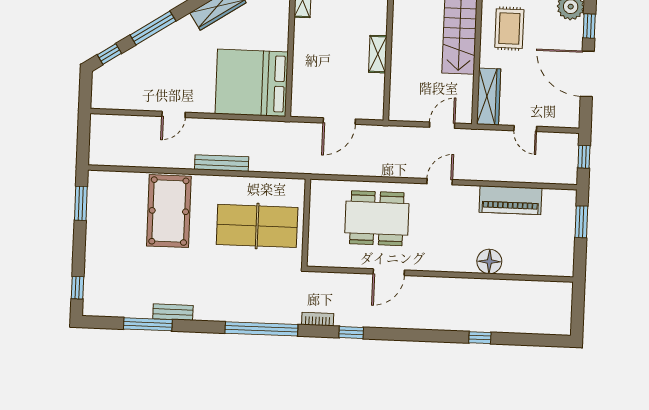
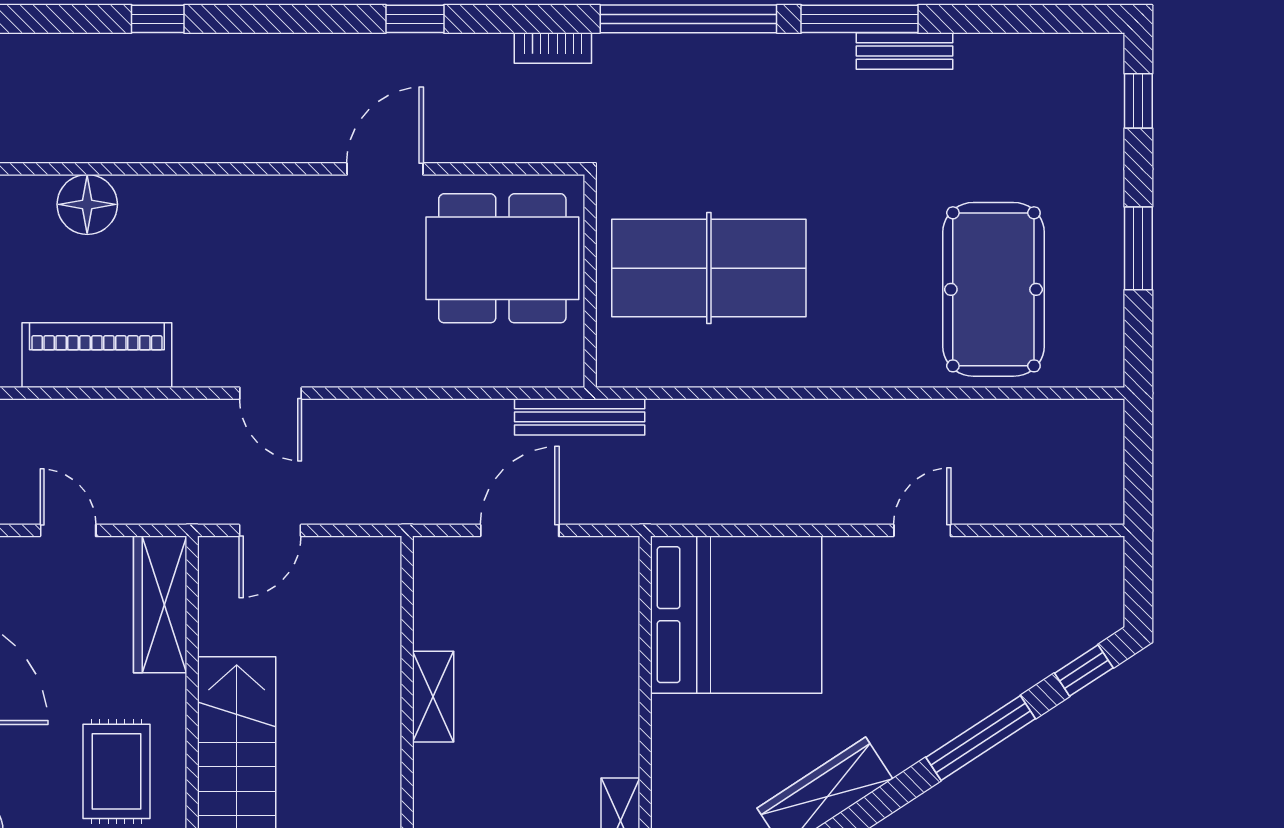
bench: (222, 163) -> (580, 417), moved
door: (440, 182) -> (271, 393), hinge flipped
window: (81, 203) -> (1138, 248), moved
pool table: (169, 211) -> (993, 289), moved
dining table: (377, 218) -> (502, 258), moved
floor lamp: (489, 261) -> (87, 204), moved
window: (148, 324) -> (859, 19), moved
window: (351, 332) -> (415, 19), moved

